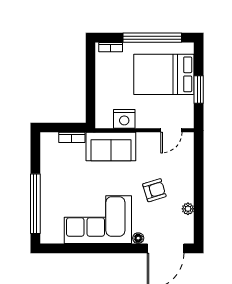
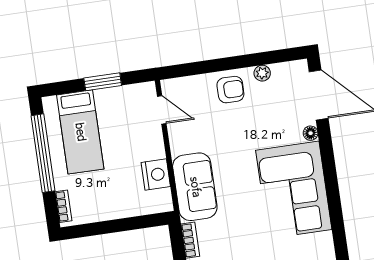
bed: (164, 74) -> (80, 132), width x0.67
armchair: (154, 190) -> (230, 90), moved, turned 107

